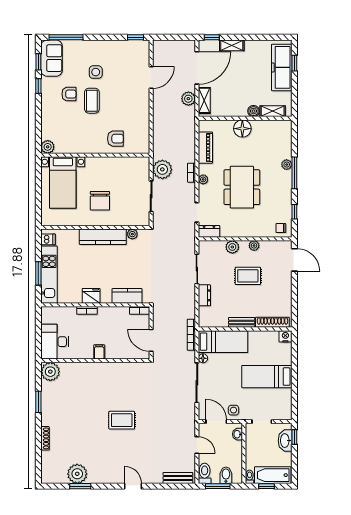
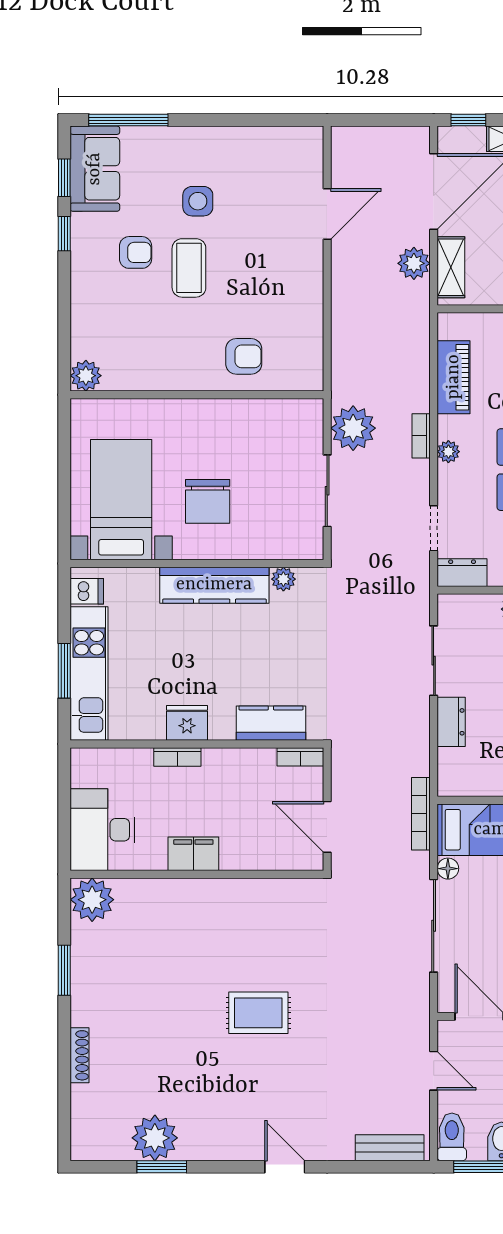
window: (136, 37) -> (291, 120), removed
bed with nightstands: (63, 182) -> (121, 500), moved, turned 180
filing cabinet: (99, 352) -> (193, 854), width x2.00

